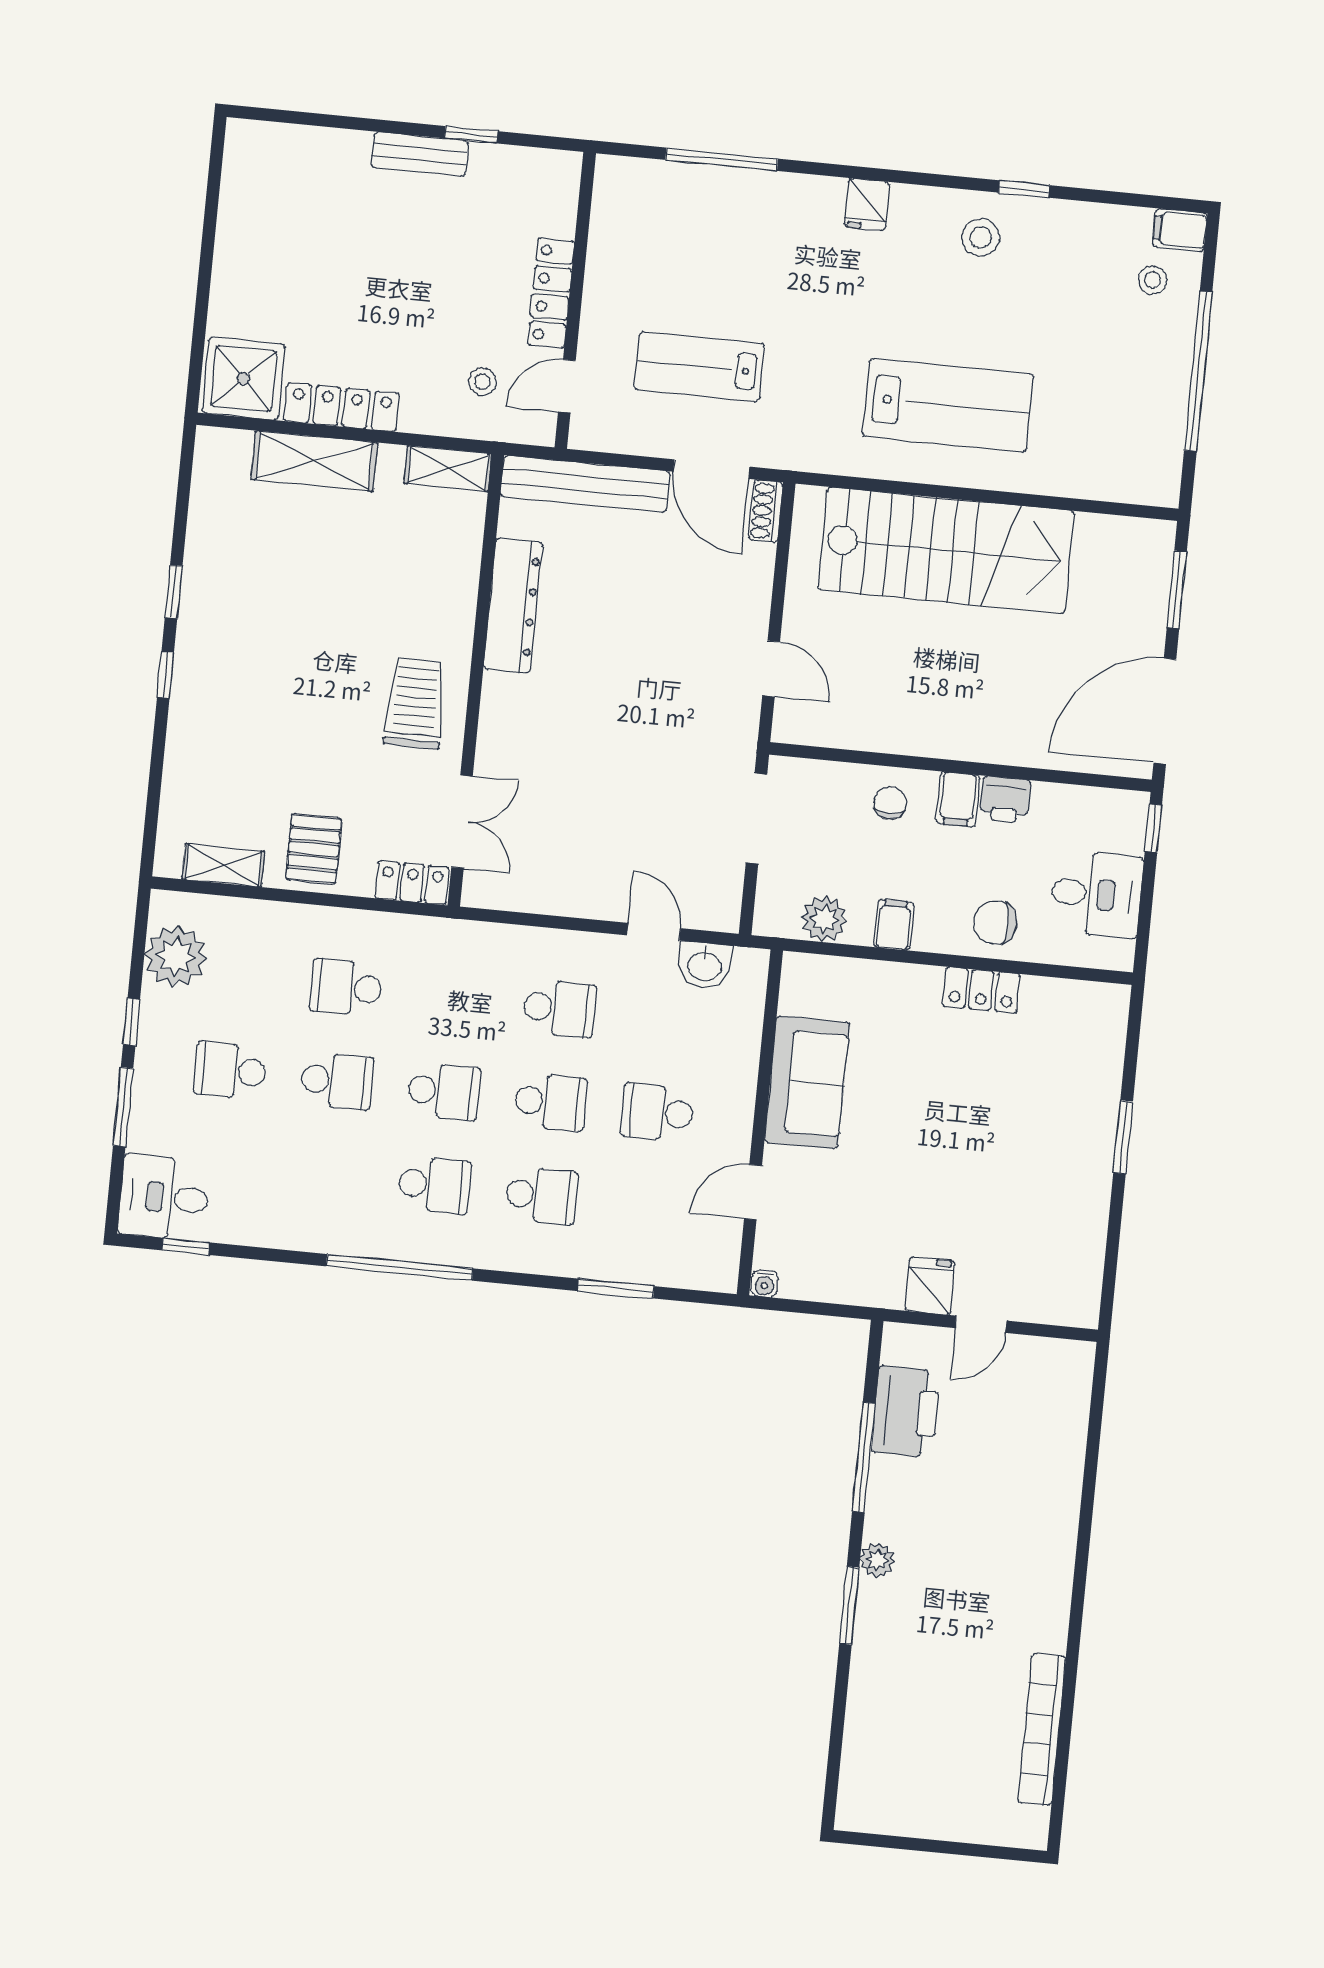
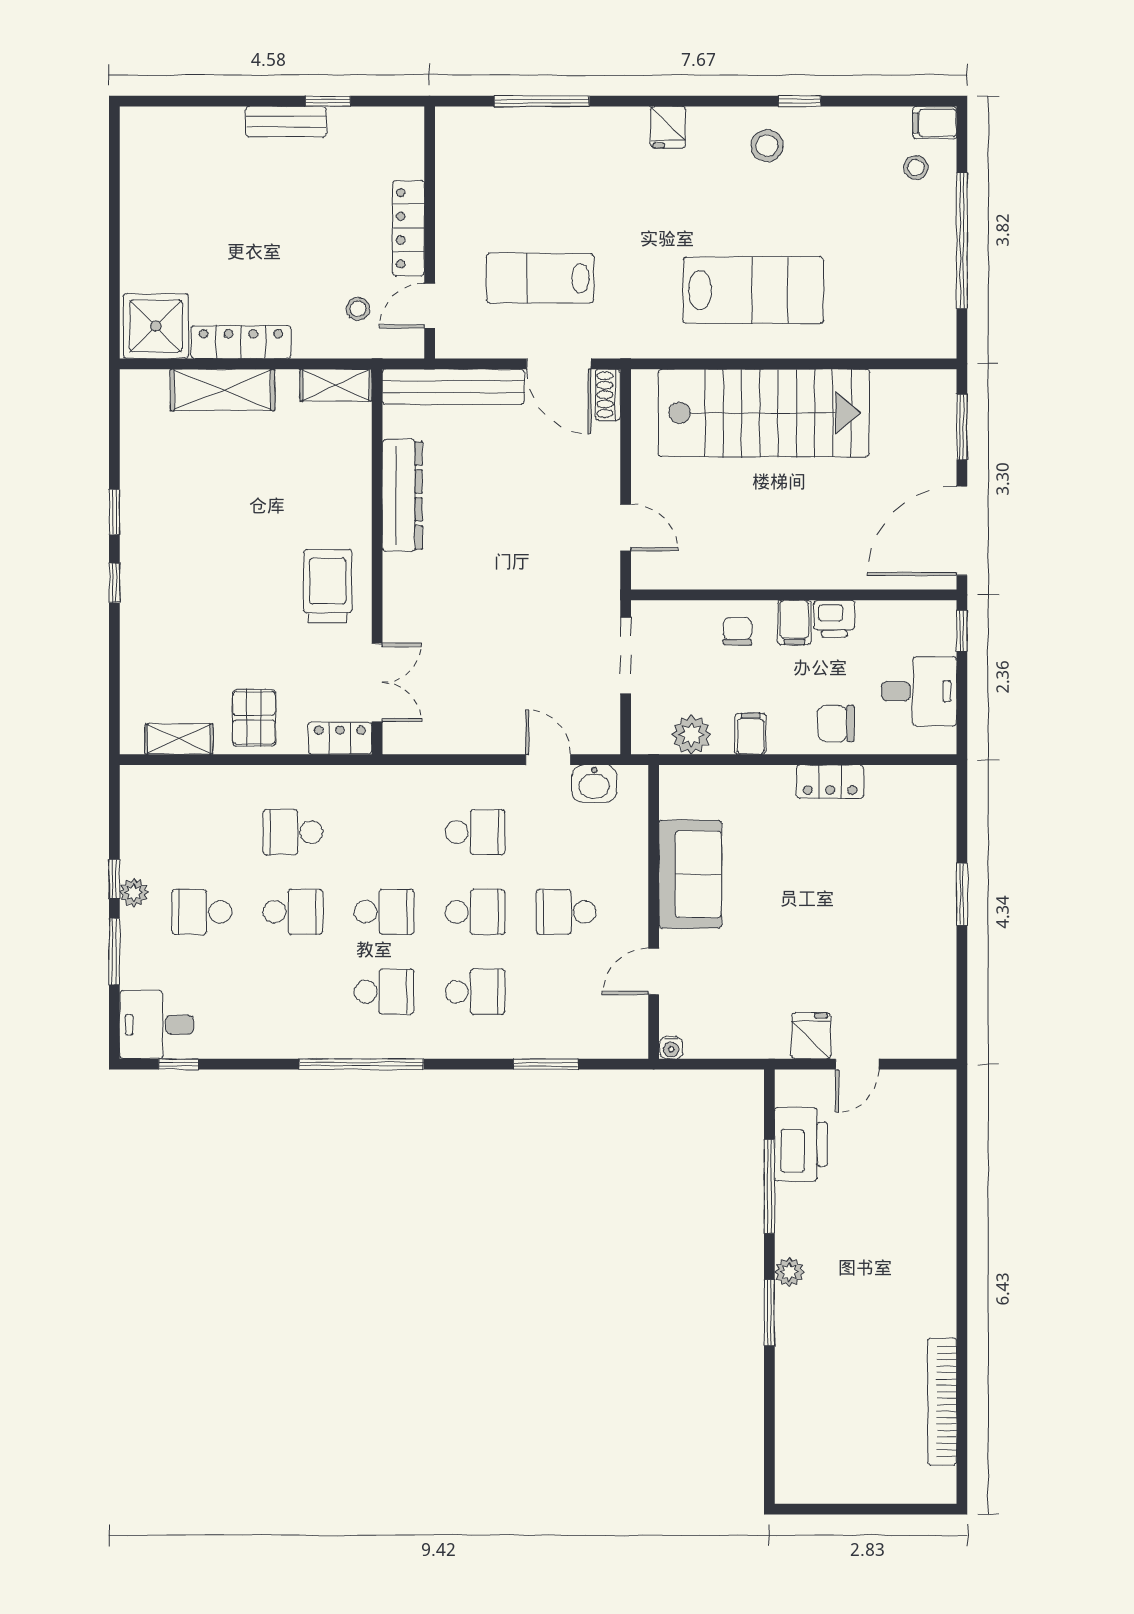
plant: (176, 957) -> (134, 892), moved, width x0.53, depth x0.53

